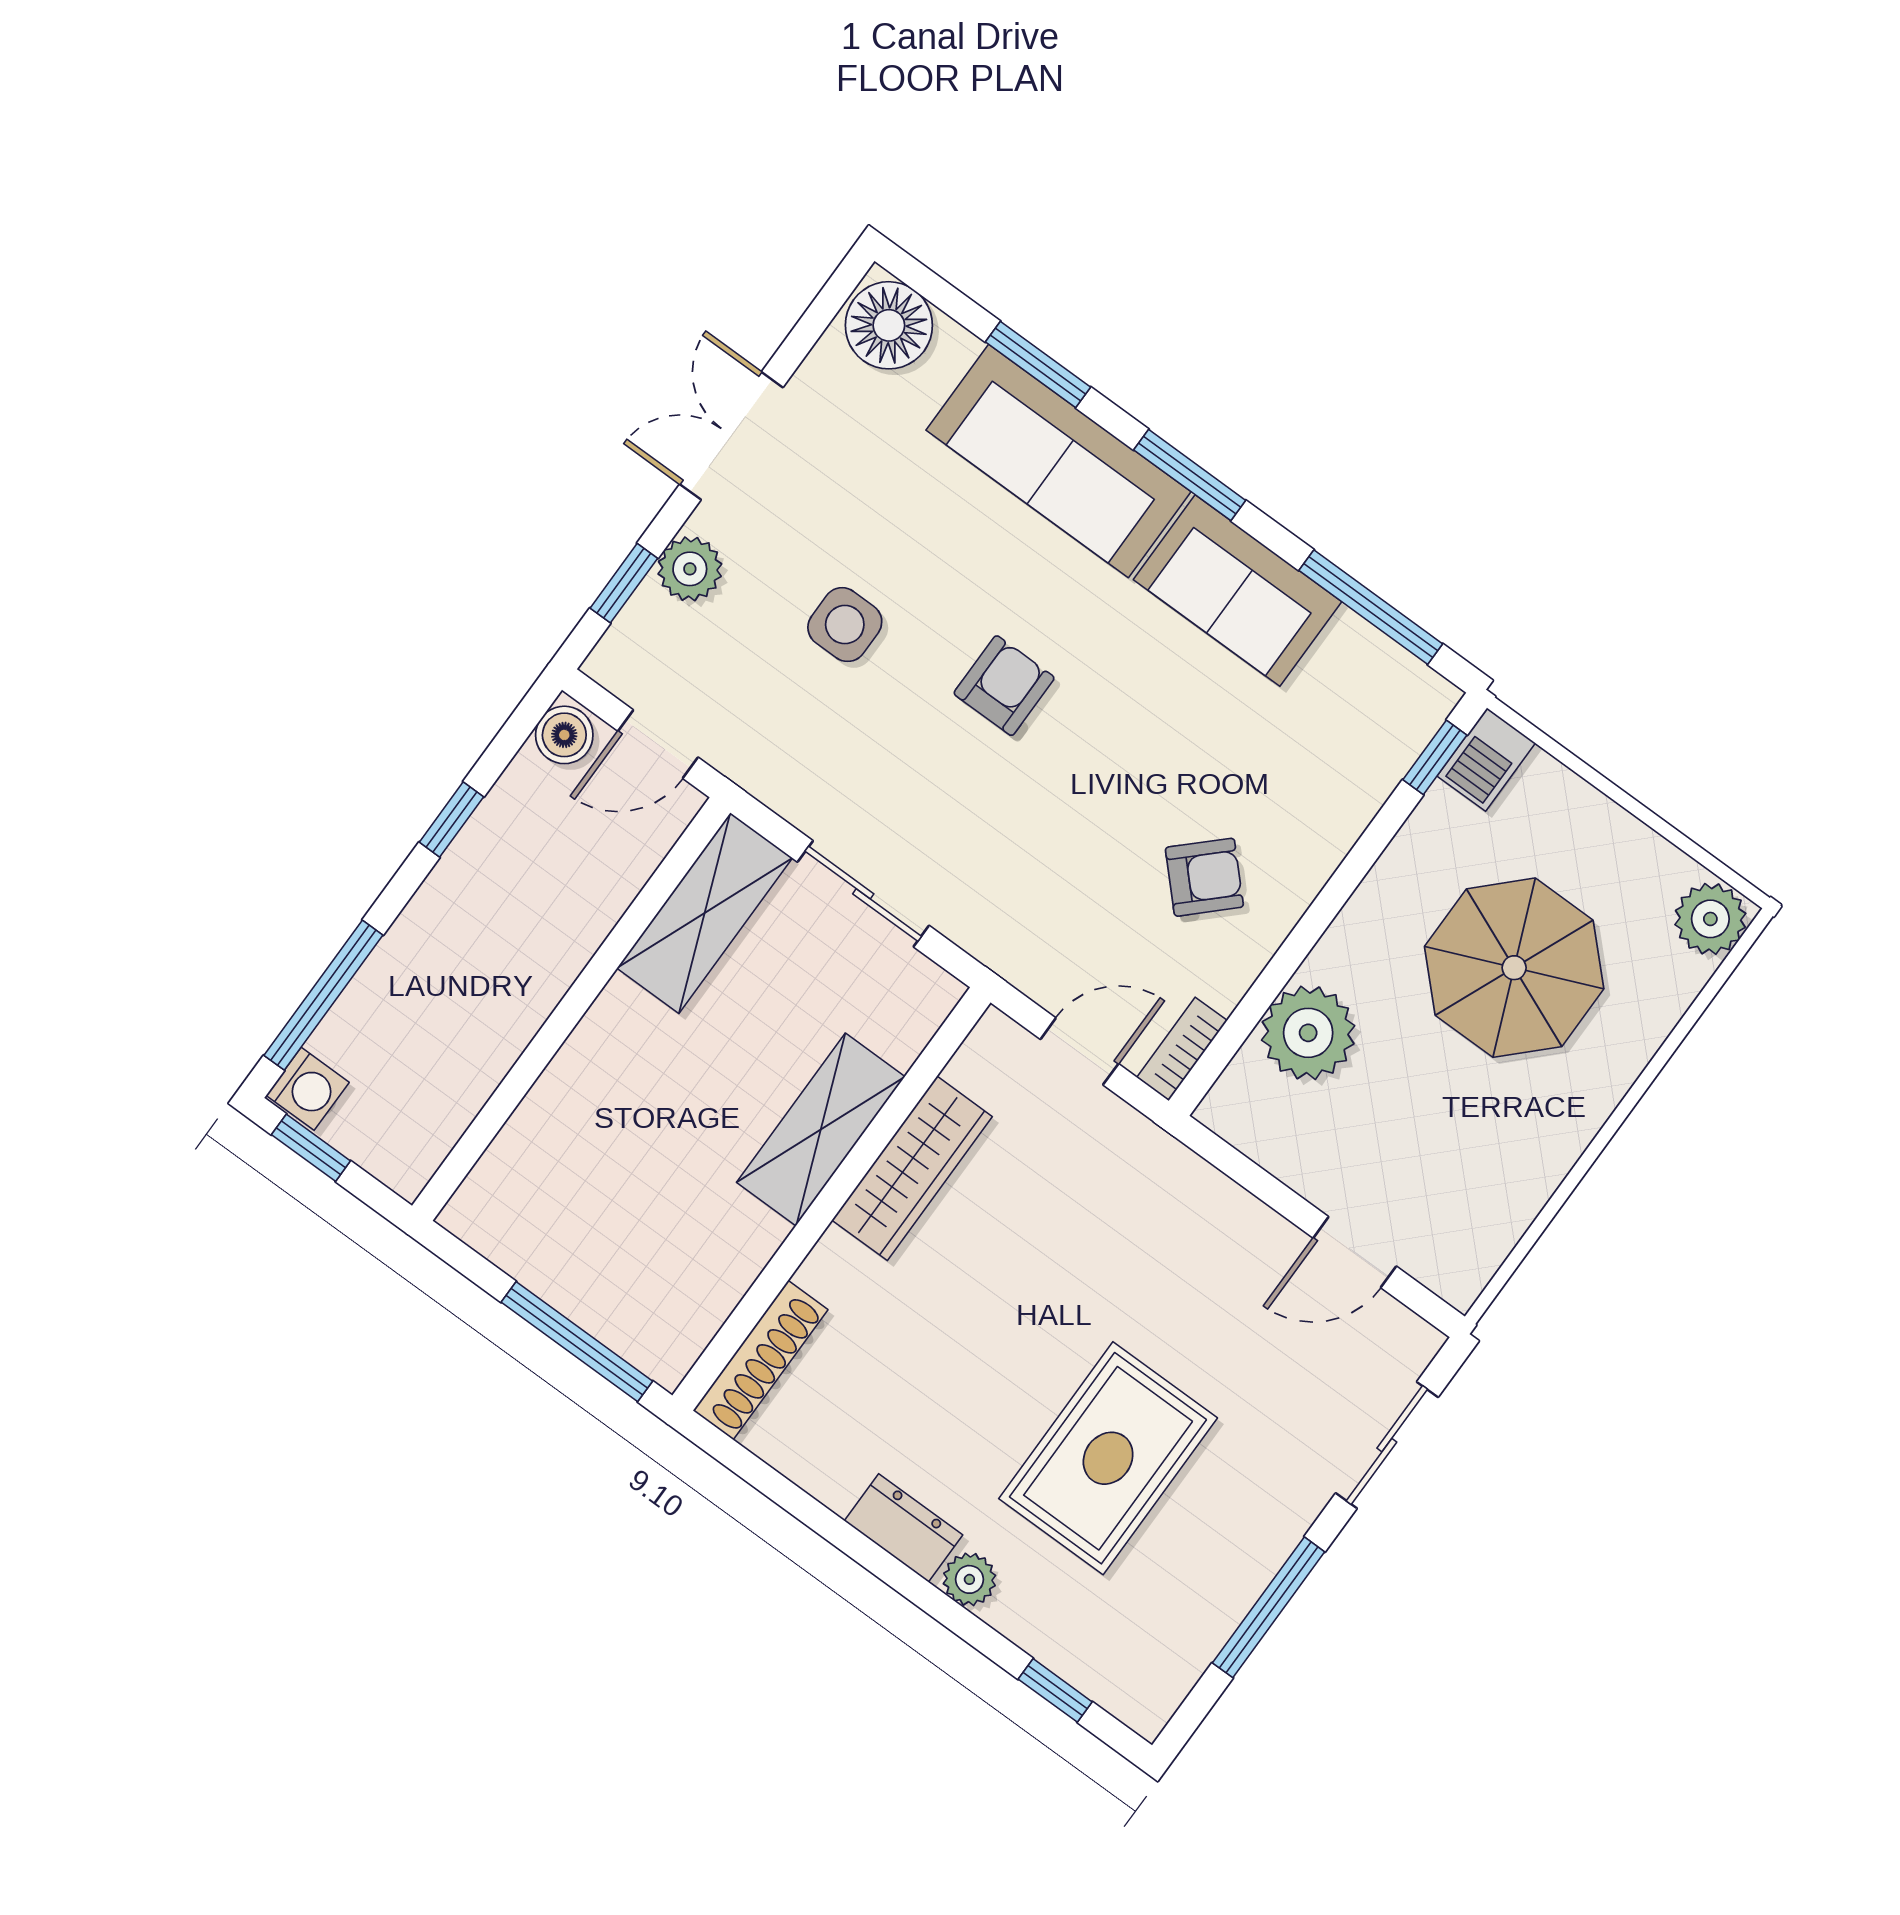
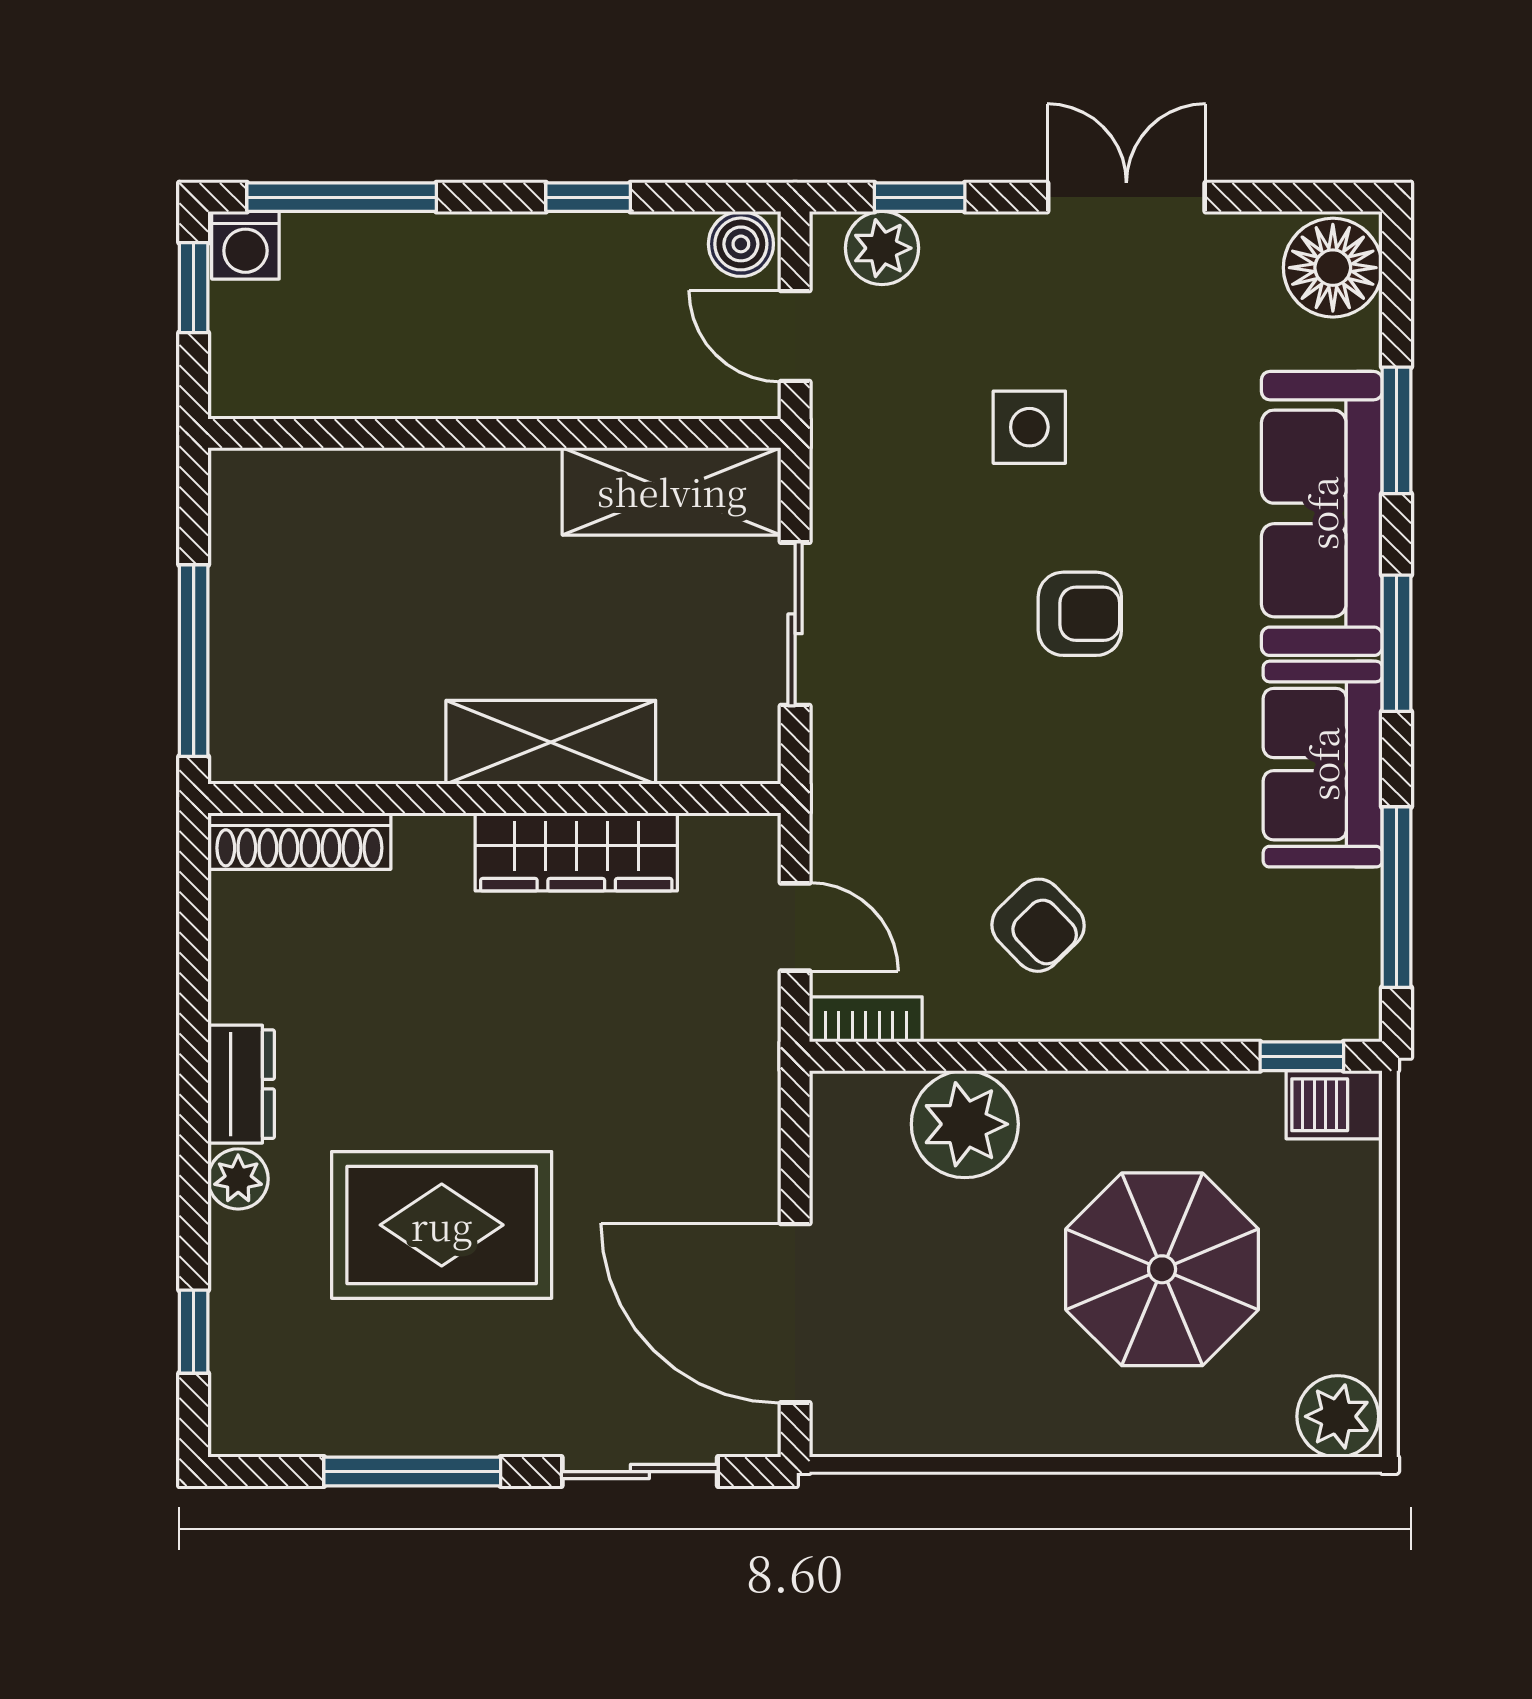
plant: (690, 569) -> (882, 248), moved
door: (1355, 1252) -> (795, 1313), width x1.87

